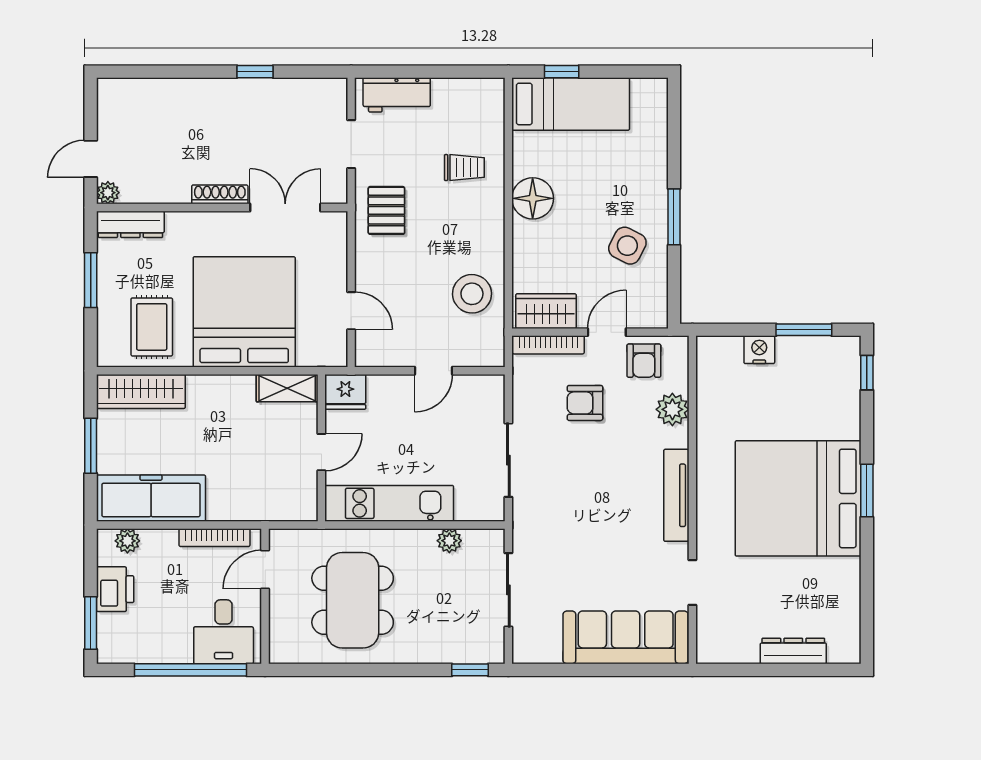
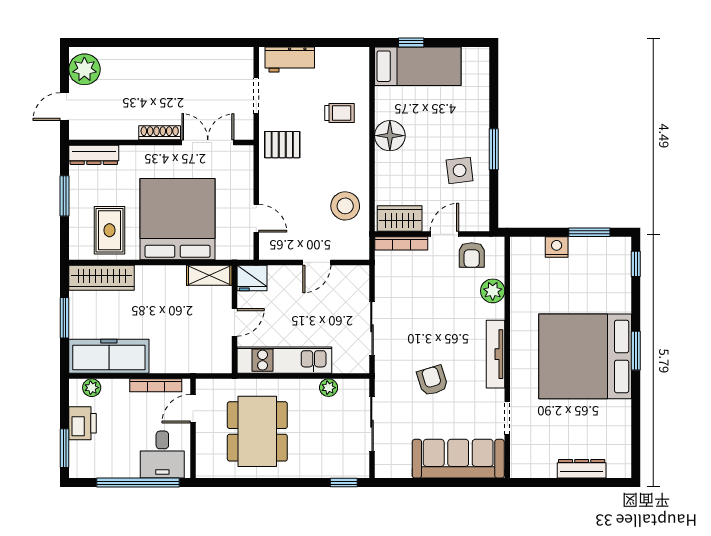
window: (255, 72) -> (186, 42), removed
plant: (108, 193) -> (84, 69), moved, width x1.87, depth x1.87
pallet: (386, 210) -> (282, 145), turned 90
side table: (627, 246) -> (460, 170), turned -34
armchair: (585, 403) -> (432, 381), moved, turned 73

